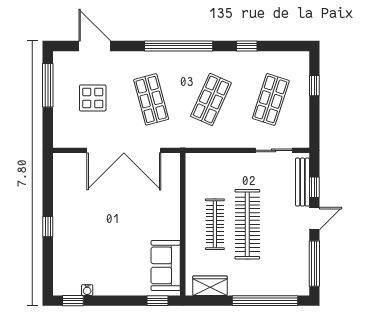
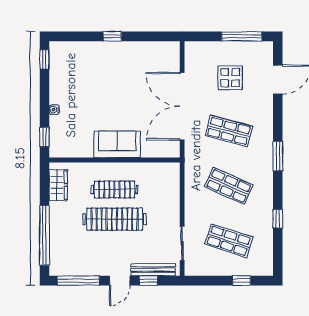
window: (179, 46) -> (278, 156), width x0.47
shop shelf: (151, 99) -> (229, 131), turned 30
door: (314, 219) -> (120, 281), hinge flipped
sofa: (166, 265) -> (117, 144), moved
water cooler: (87, 290) -> (54, 110), moved

